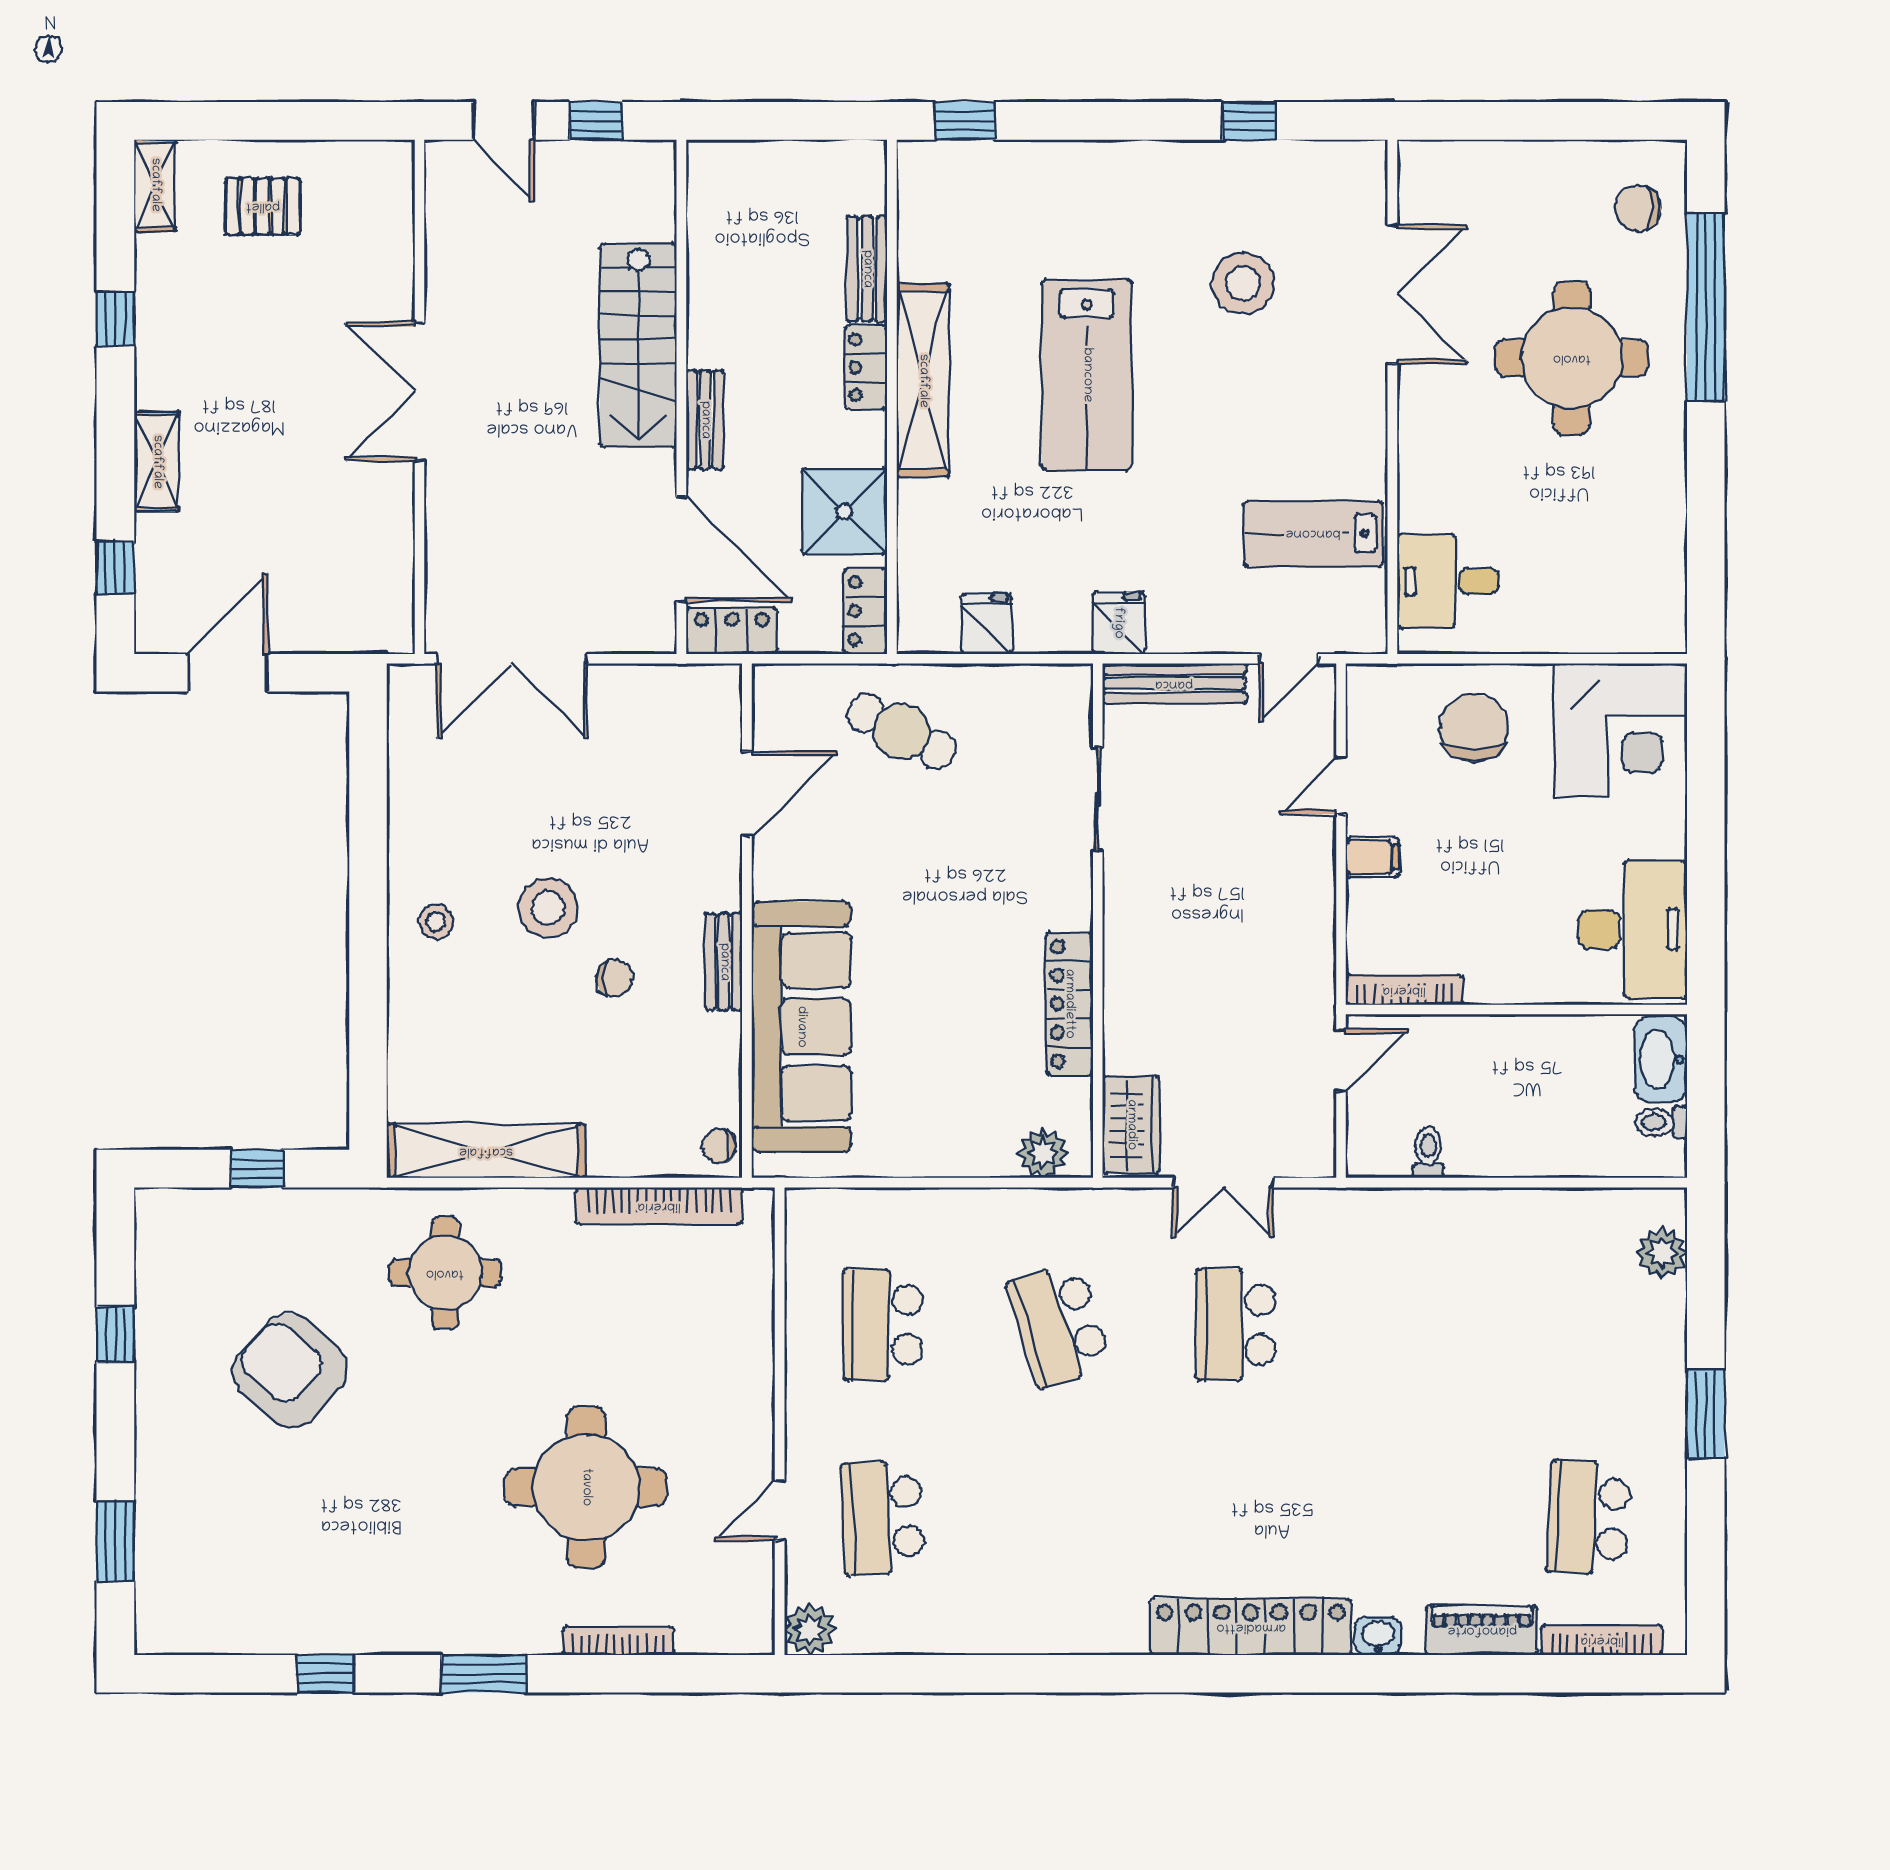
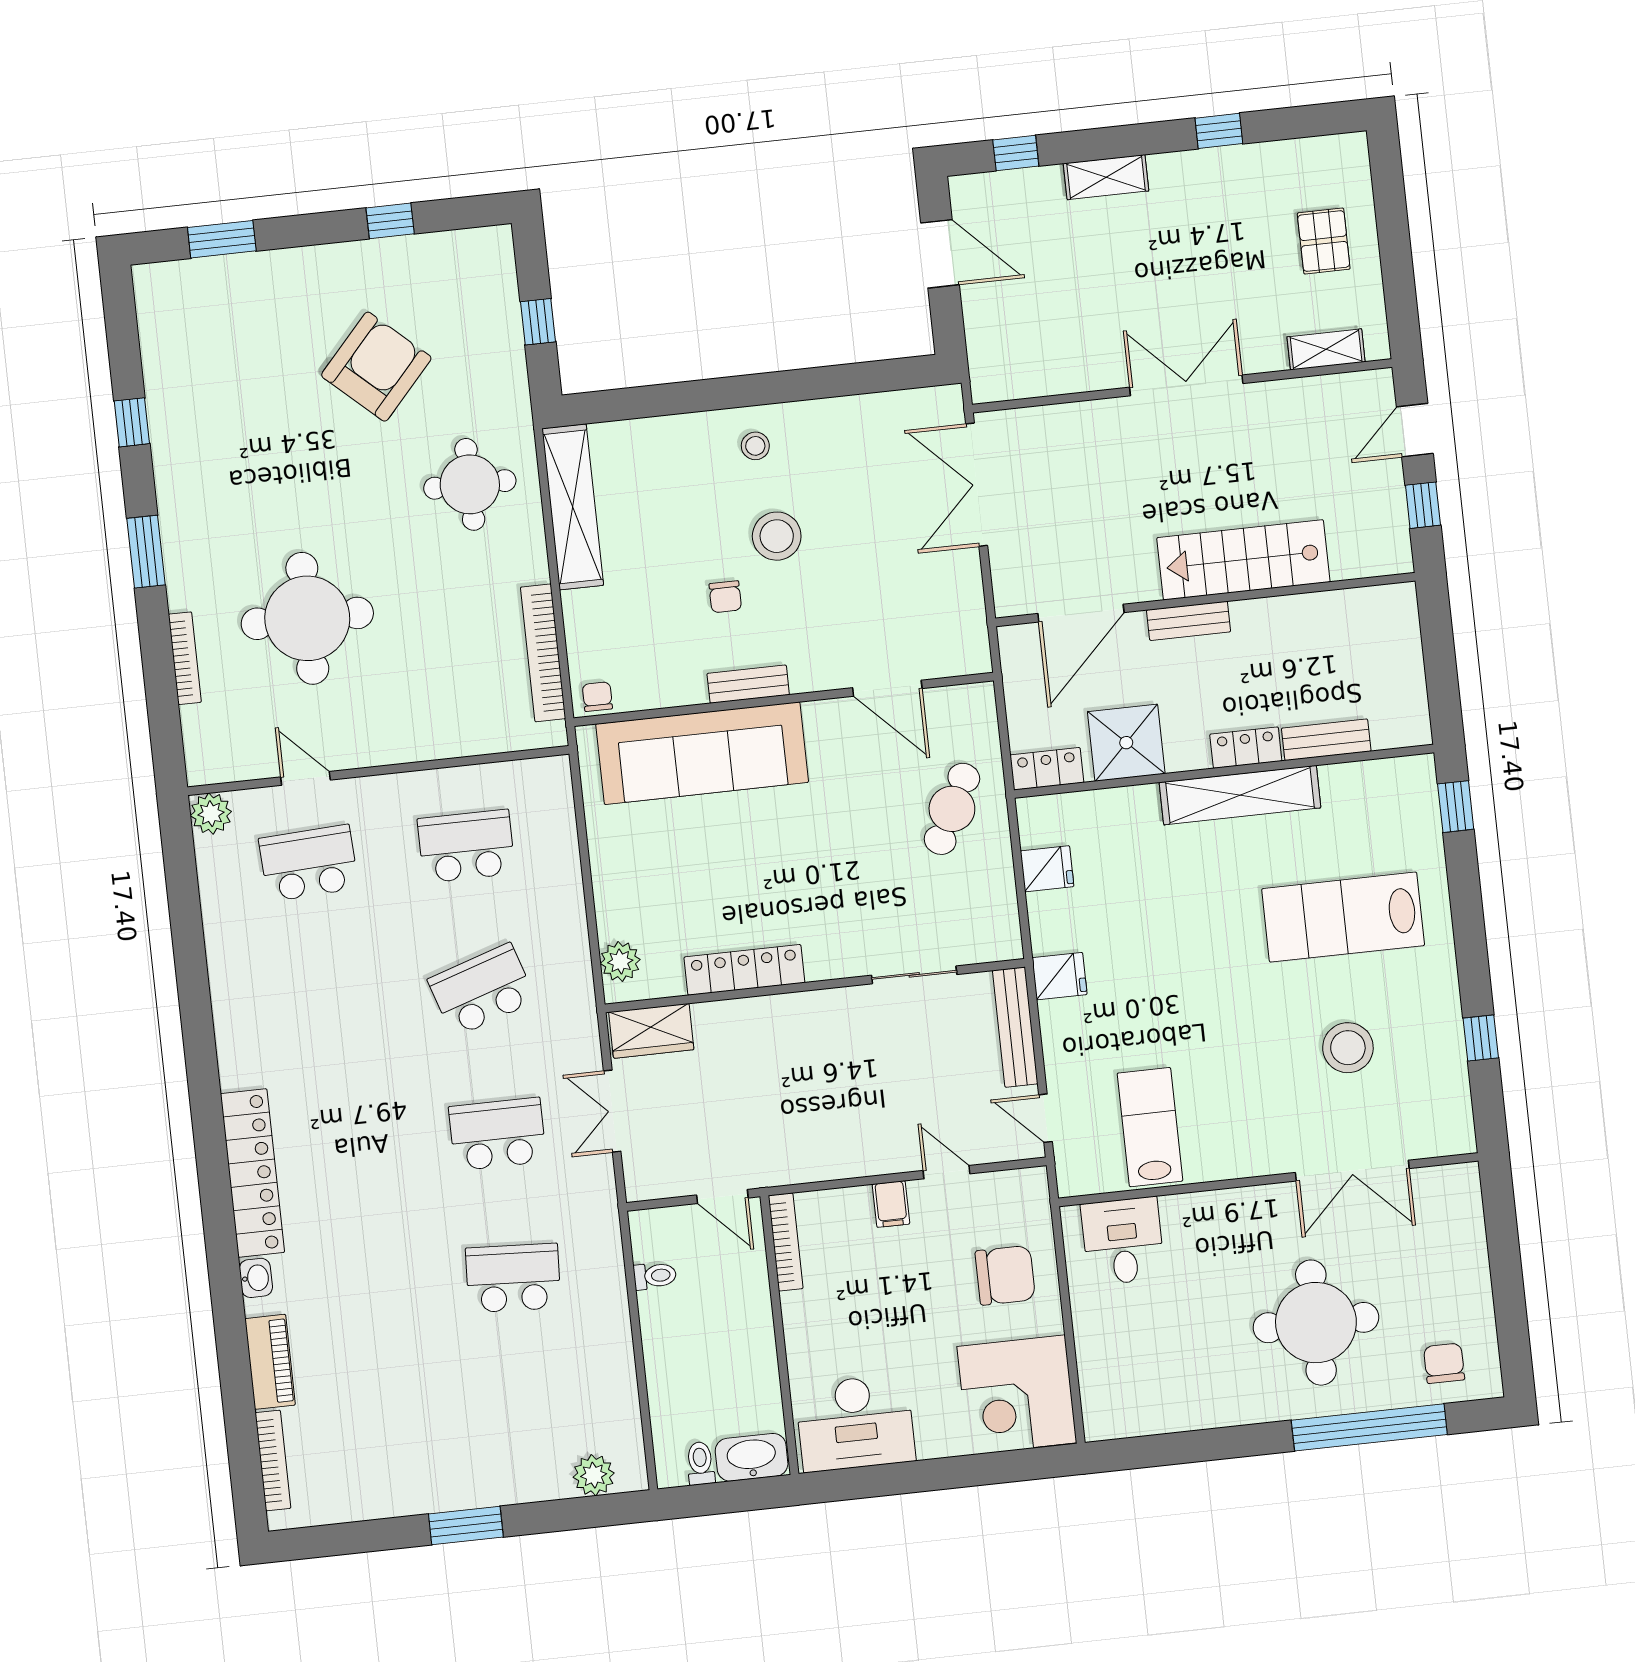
shelving: (155, 185) -> (1326, 349), moved
lab bench: (1087, 375) -> (1343, 917), moved
locker: (732, 631) -> (1019, 661), removed
school desk: (1589, 1518) -> (513, 1278), moved

